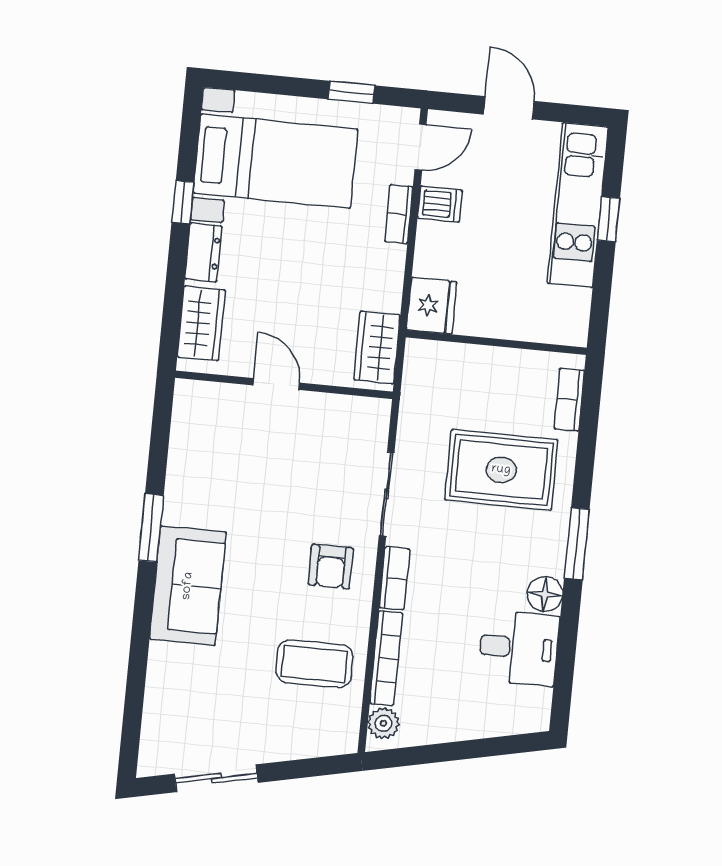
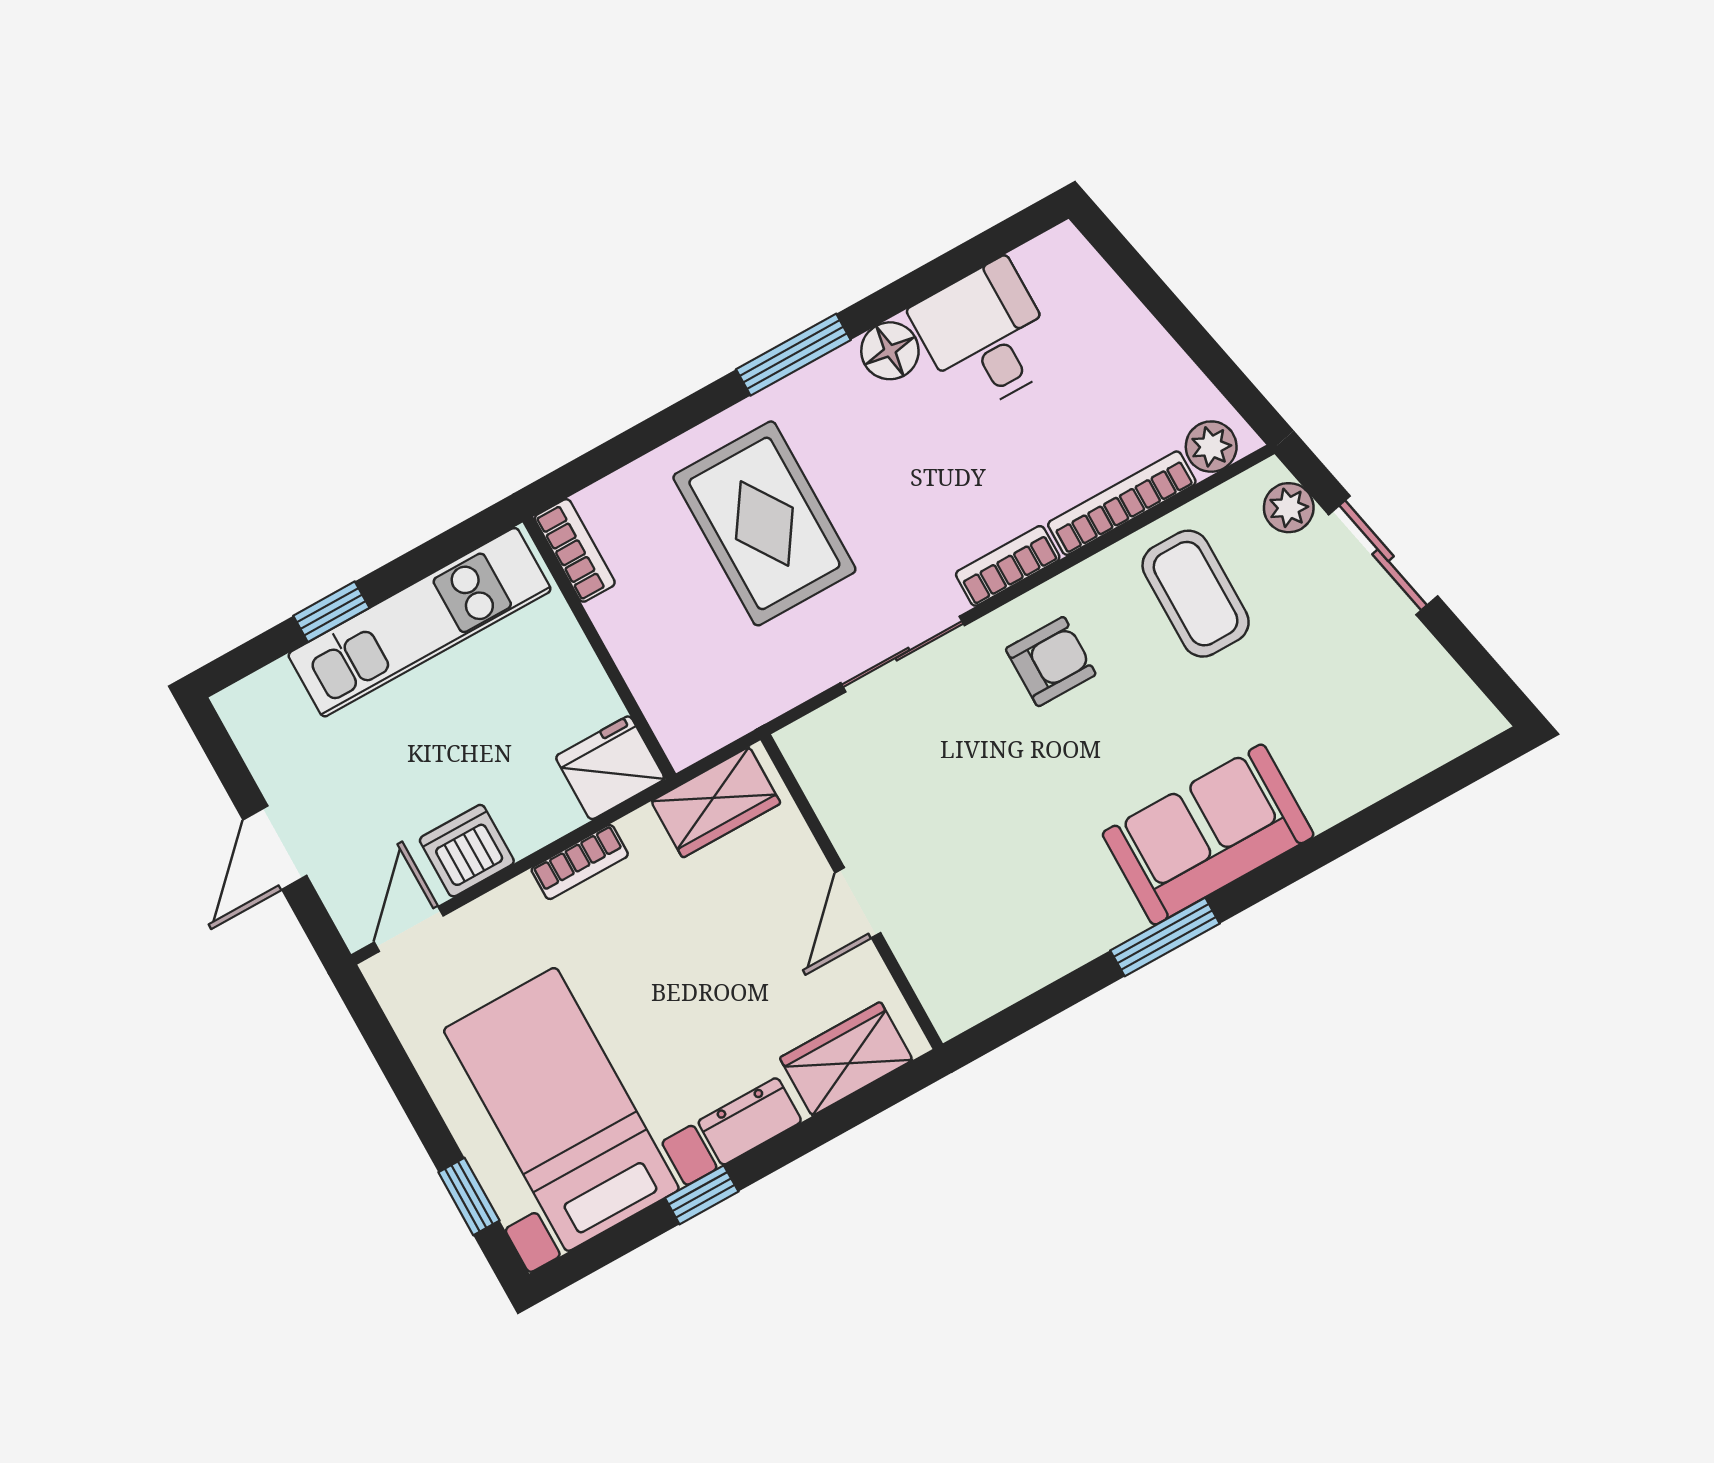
window: (352, 92) -> (469, 1196), moved
door: (421, 147) -> (409, 929), hinge flipped
dishwasher: (440, 204) -> (467, 851), width x1.38
kitchen unit: (578, 205) -> (420, 622), moved
bookcase: (399, 214) -> (580, 862), moved
bookcase: (569, 400) -> (575, 550), moved, turned -90
plant: (325, 741) -> (1289, 508), added
sliding door: (216, 778) -> (1383, 555), moved

